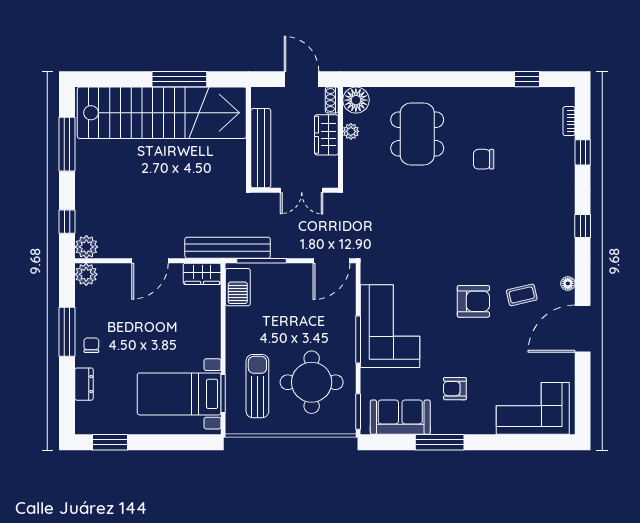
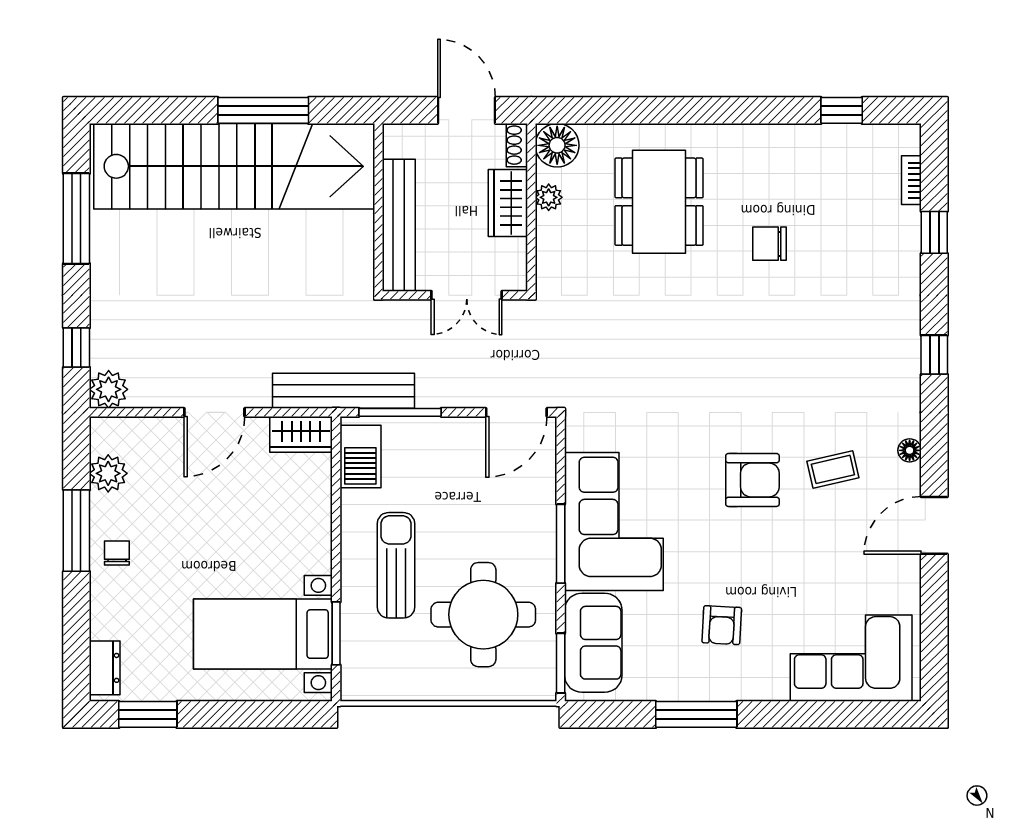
plant: (86, 274) -> (108, 473), moved
door: (583, 329) -> (934, 525), width x0.73
dresser: (84, 384) -> (105, 668), moved
sun lounger: (257, 386) -> (396, 565), moved
armchair: (455, 389) -> (722, 625), turned -87
sofa: (400, 417) -> (593, 643), moved, turned 90

